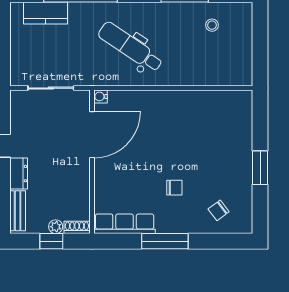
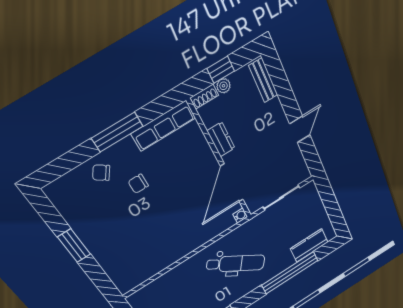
dresser: (19, 174) -> (221, 139), moved, turned 180
chair: (219, 210) -> (101, 173), moved, turned -108

